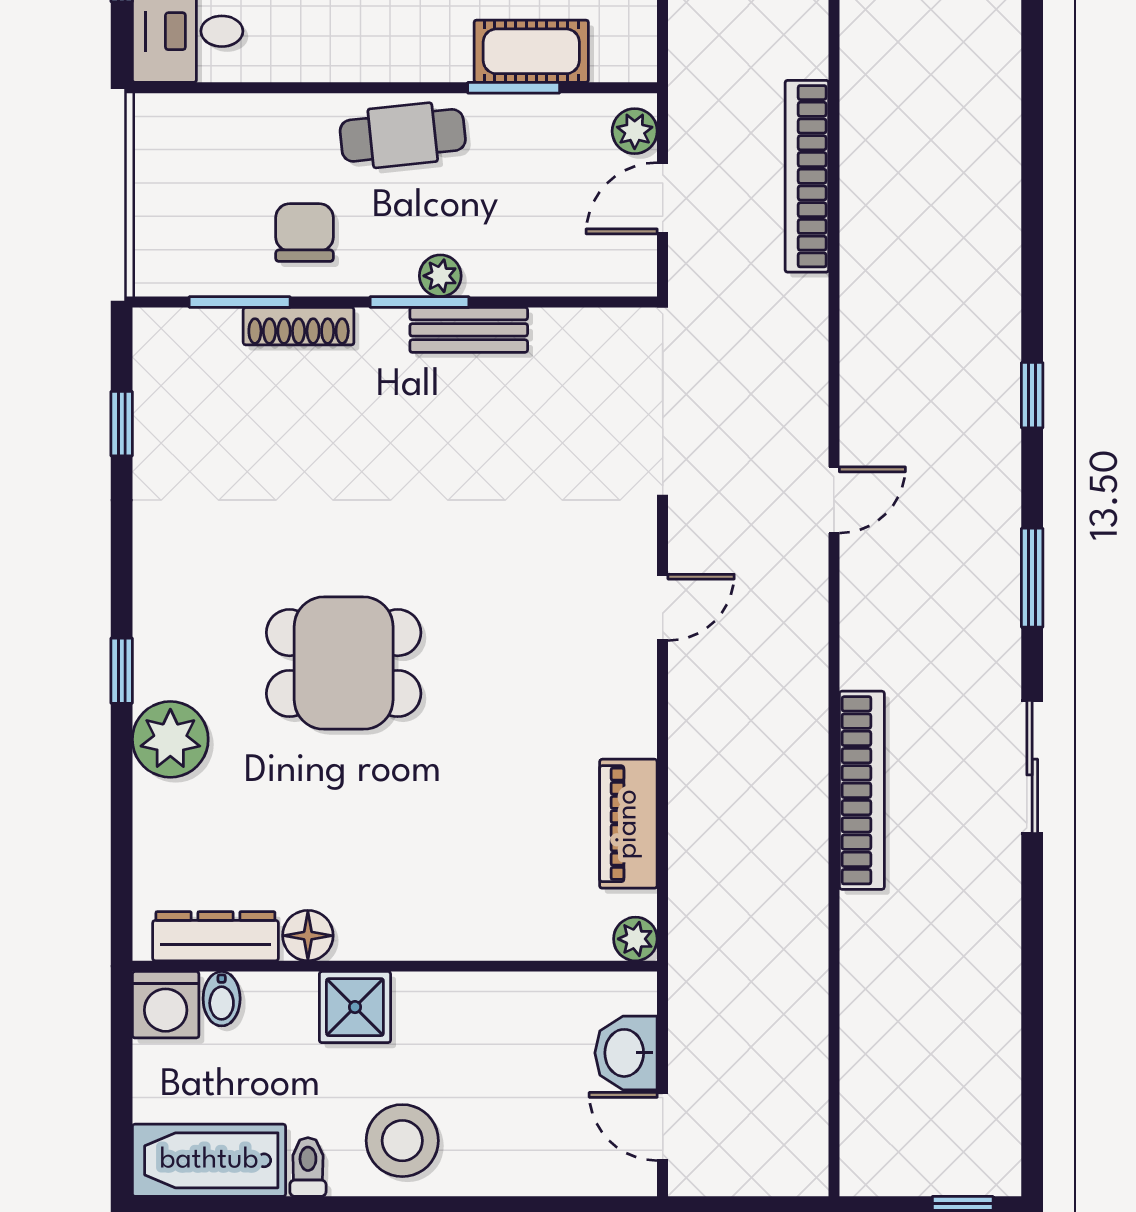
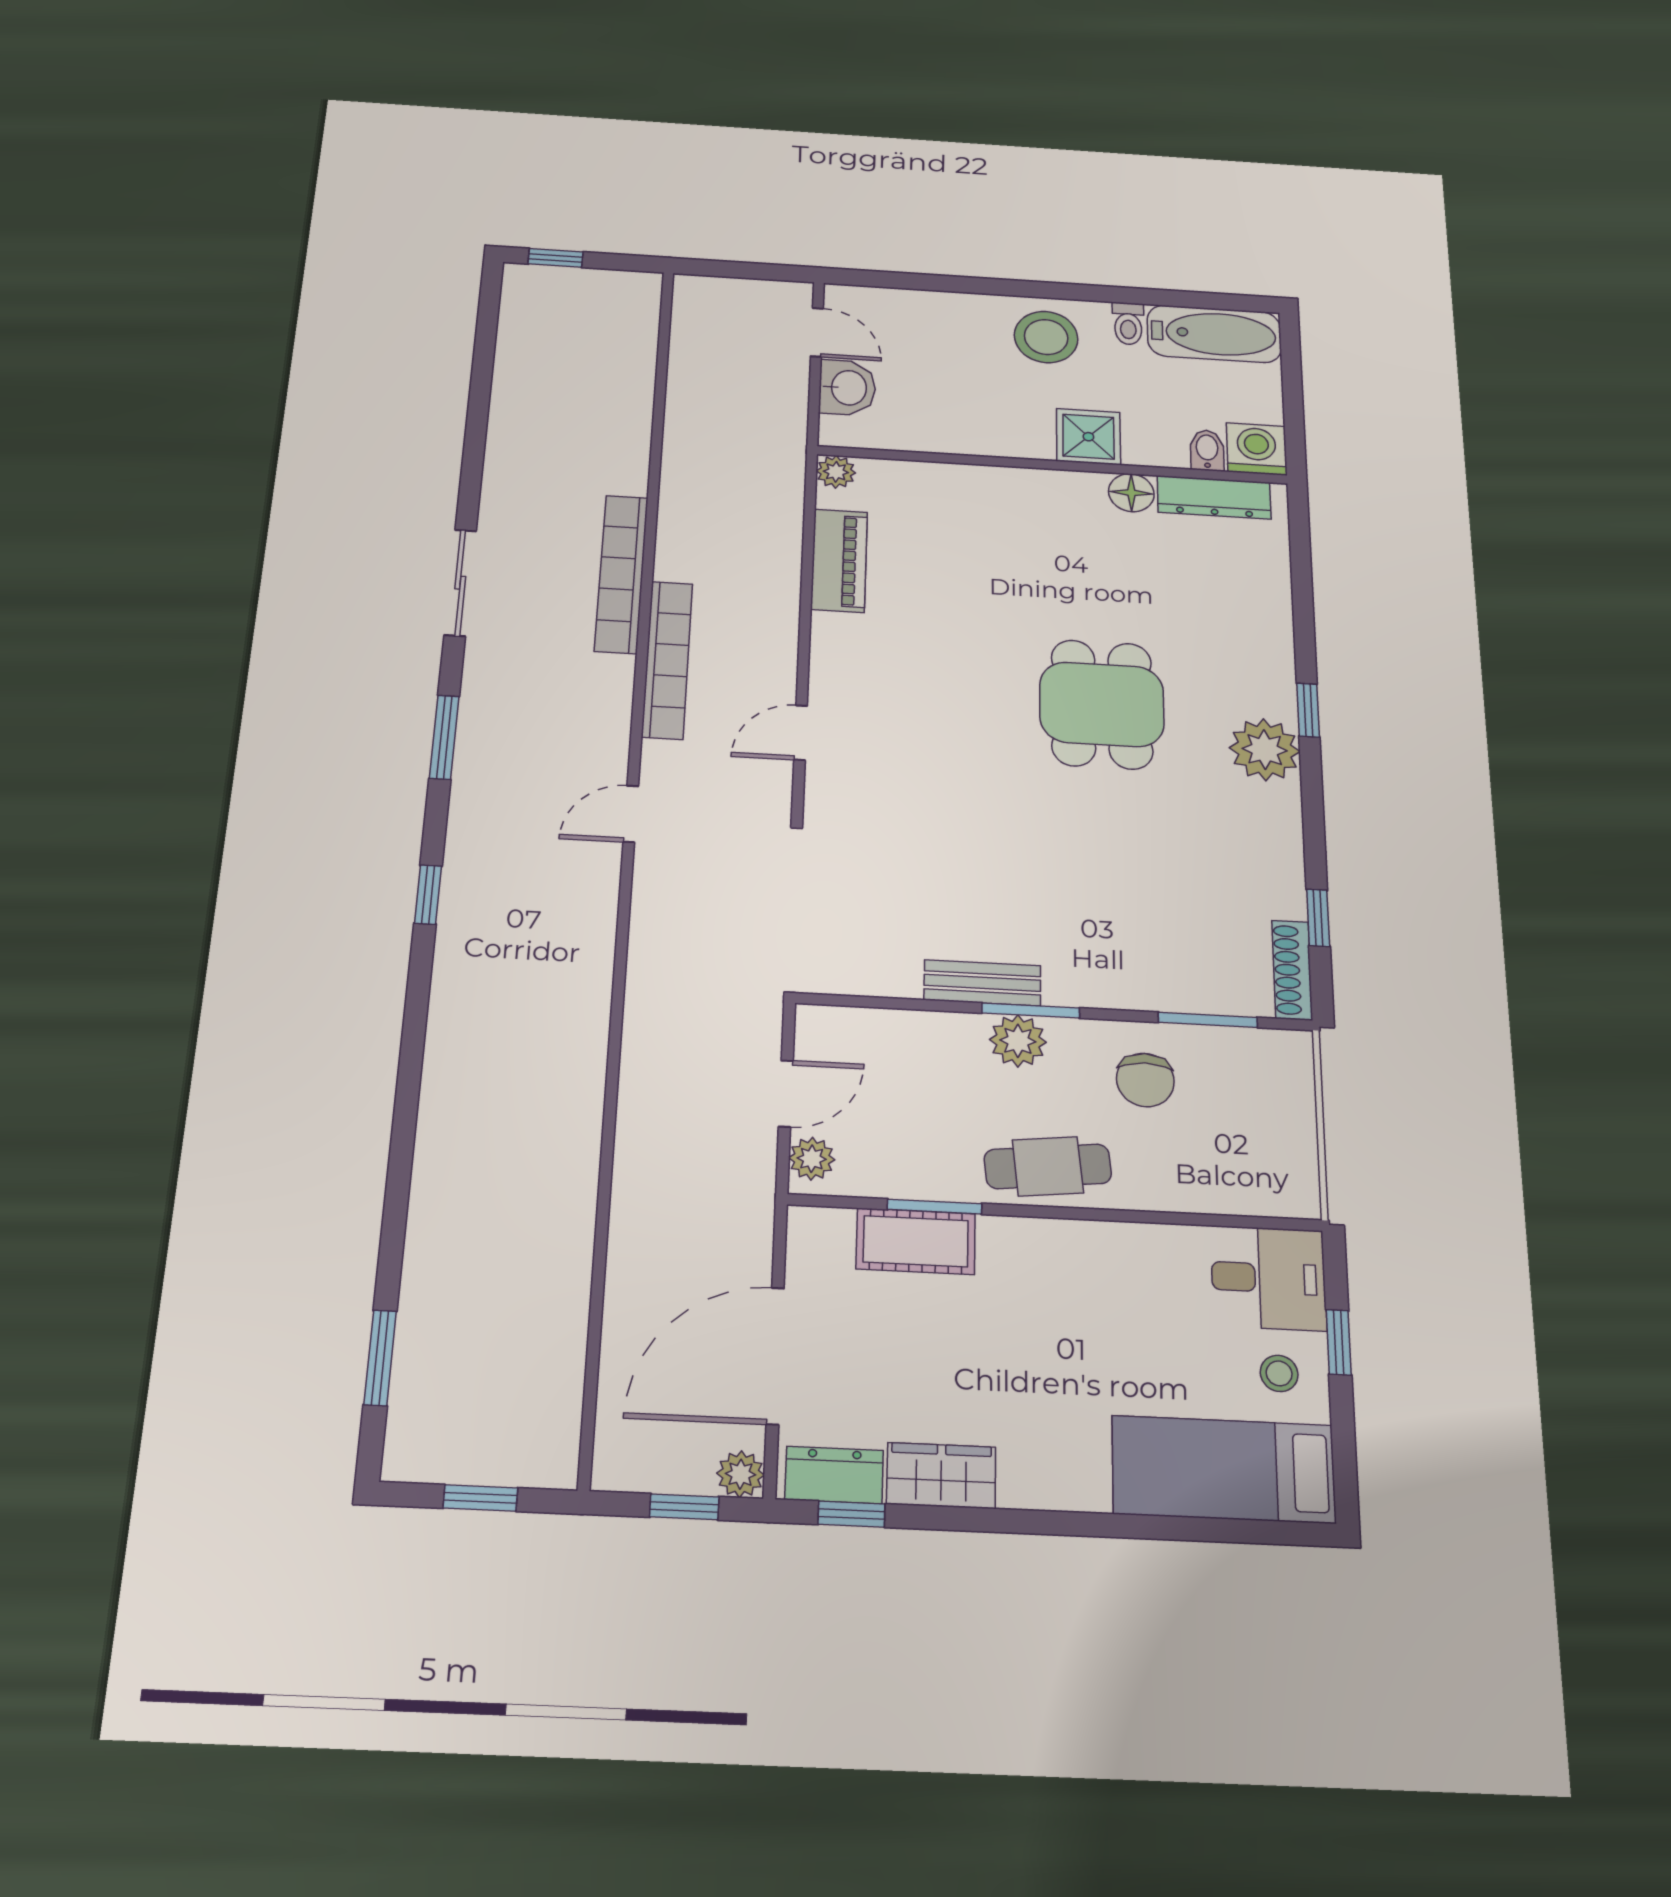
bookcase: (807, 176) -> (667, 660), moved
plant: (440, 276) -> (1018, 1041), width x1.38, depth x1.38
shoe rack: (299, 326) -> (1292, 970), moved, turned -90
dining table: (344, 663) -> (1102, 704), turned 90
plant: (170, 739) -> (1265, 750), moved

